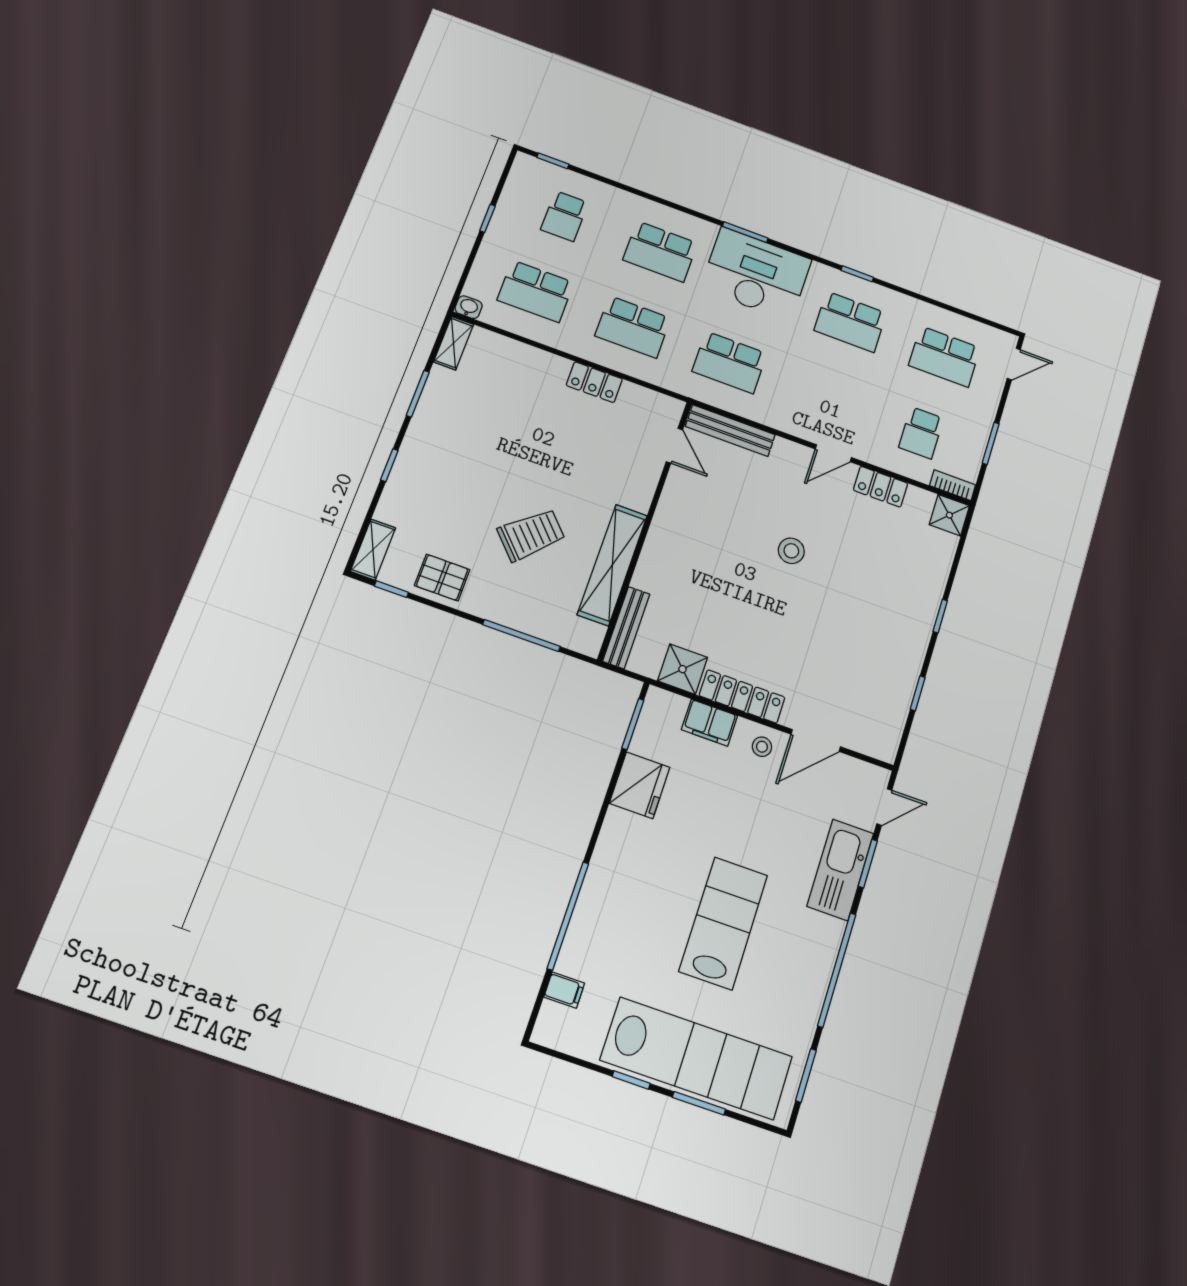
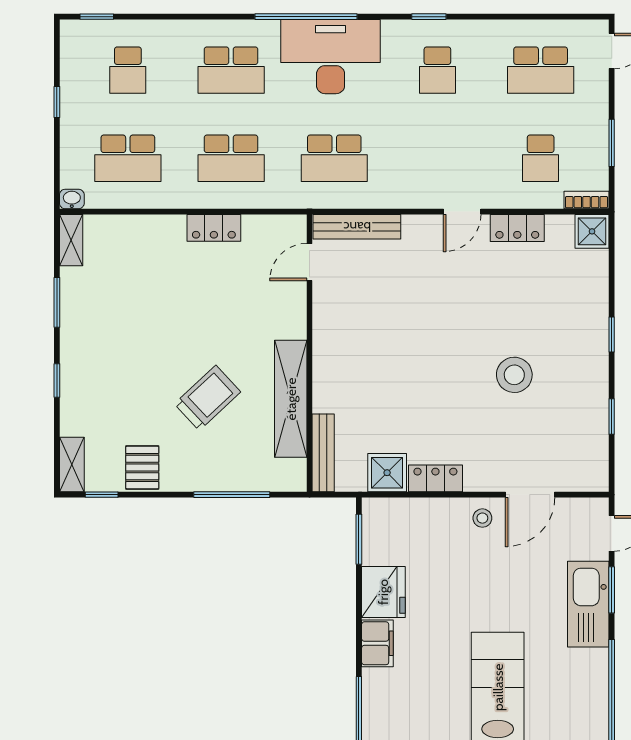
window: (745, 232) -> (306, 17), width x2.11
school desk: (850, 322) -> (437, 70), width x0.54
door: (674, 446) -> (309, 262), swing flipped
stool: (791, 551) -> (514, 375), moved, width x1.38, depth x1.38
pallet: (442, 578) -> (142, 468), turned 90
locker: (742, 696) -> (435, 478), width x0.66
filing cabinet: (709, 723) -> (377, 643), moved, turned -90

